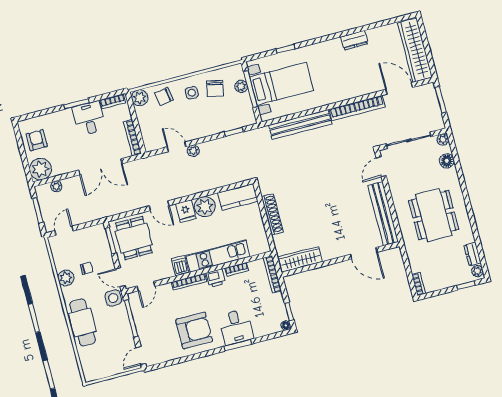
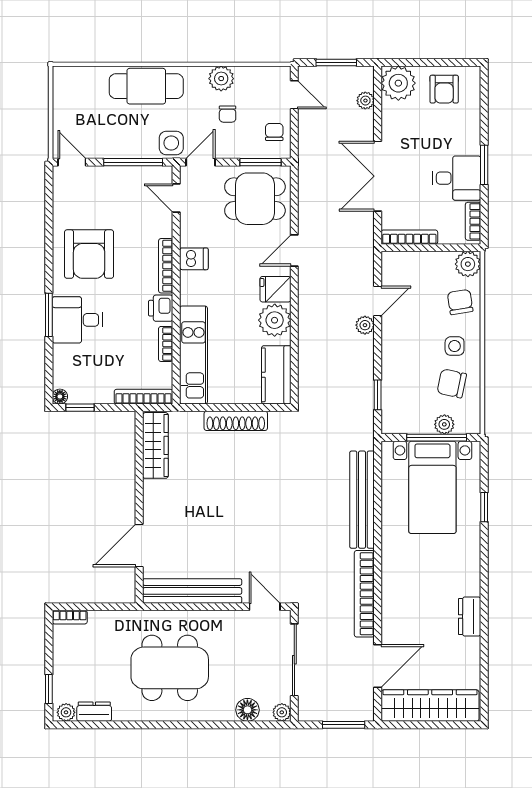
armchair: (37, 140) -> (444, 89), turned 90
chair: (90, 237) -> (274, 132), added
kitchen unit: (218, 256) -> (193, 355), moved

